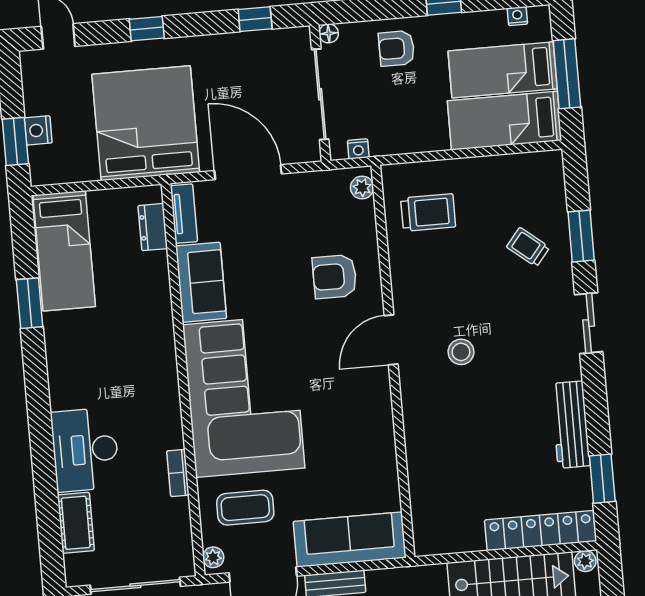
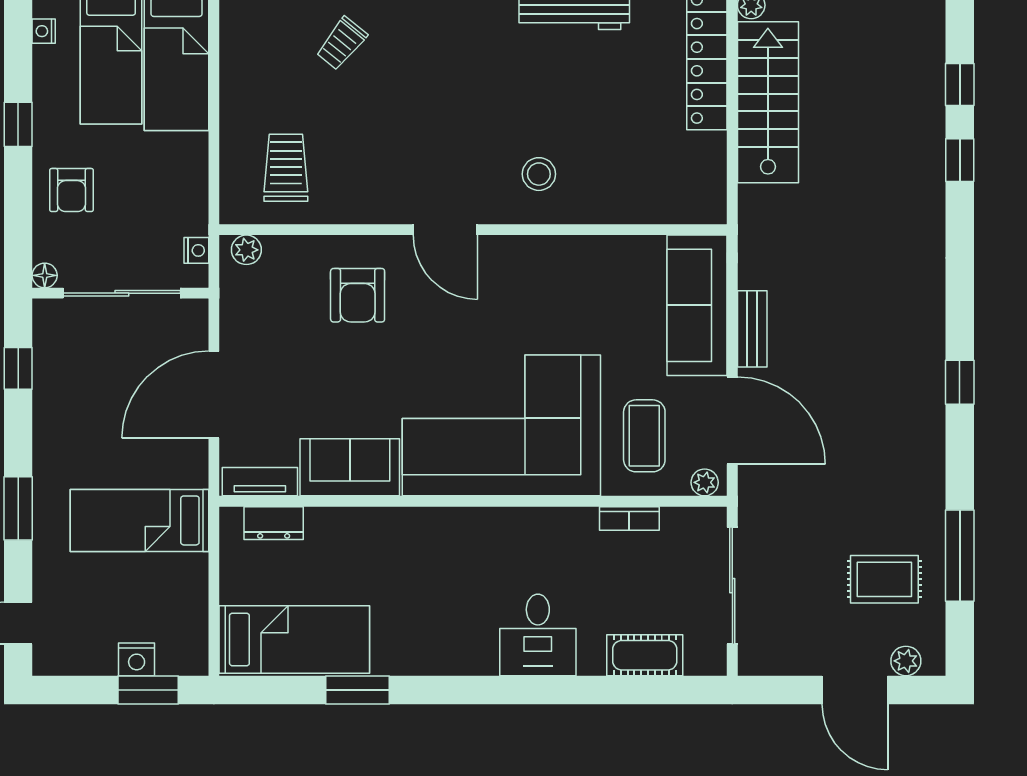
window: (147, 29) -> (18, 508), width x1.50
bed: (146, 123) -> (139, 520), width x0.49
stool: (461, 352) -> (539, 174), moved
desk: (85, 450) -> (538, 635), width x0.73
bookcase: (178, 473) -> (629, 518), moved

